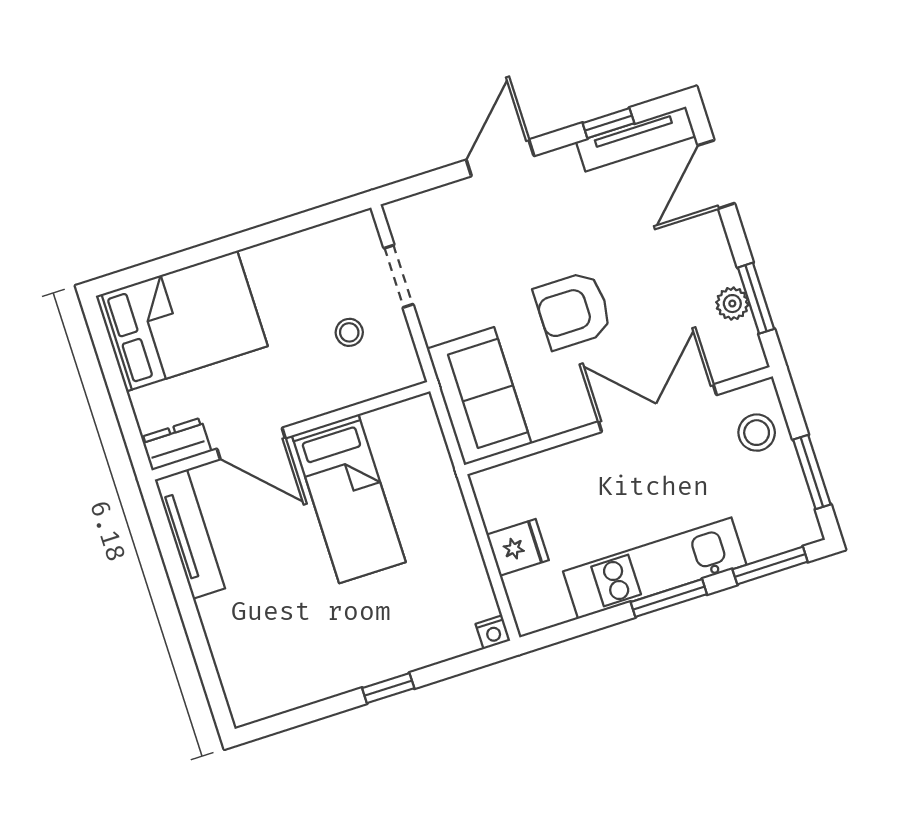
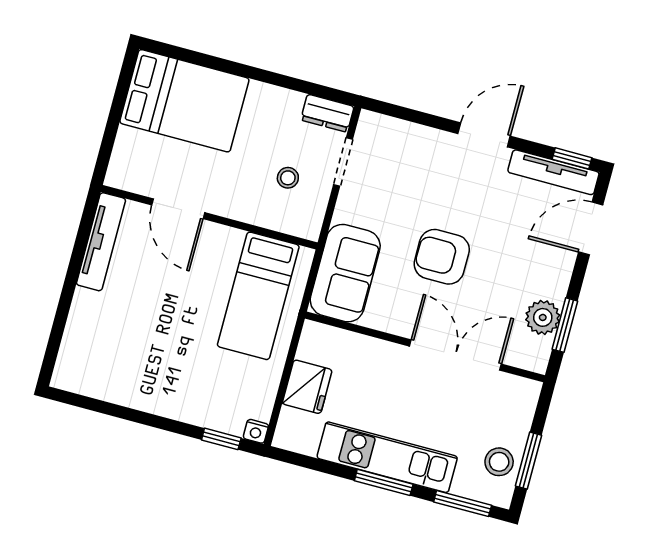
window: (608, 123) -> (572, 158), moved
door: (500, 158) -> (484, 135), moved
plant: (732, 304) -> (543, 317), width x1.38, depth x1.38
stool: (757, 433) -> (499, 462), moved
dresser: (176, 444) -> (327, 113), moved, turned 180
bed: (349, 499) -> (258, 296), moved
fridge: (518, 547) -> (307, 387), width x1.38
window: (388, 688) -> (221, 439), moved

